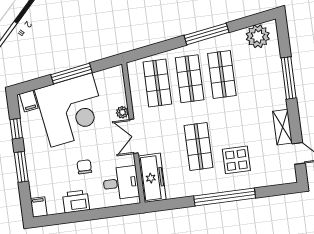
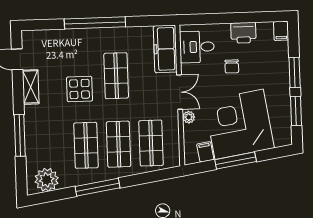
filing cabinet: (29, 101) -> (205, 152), moved
window: (16, 129) -> (296, 111), width x1.50
display table: (236, 160) -> (80, 89), moved

